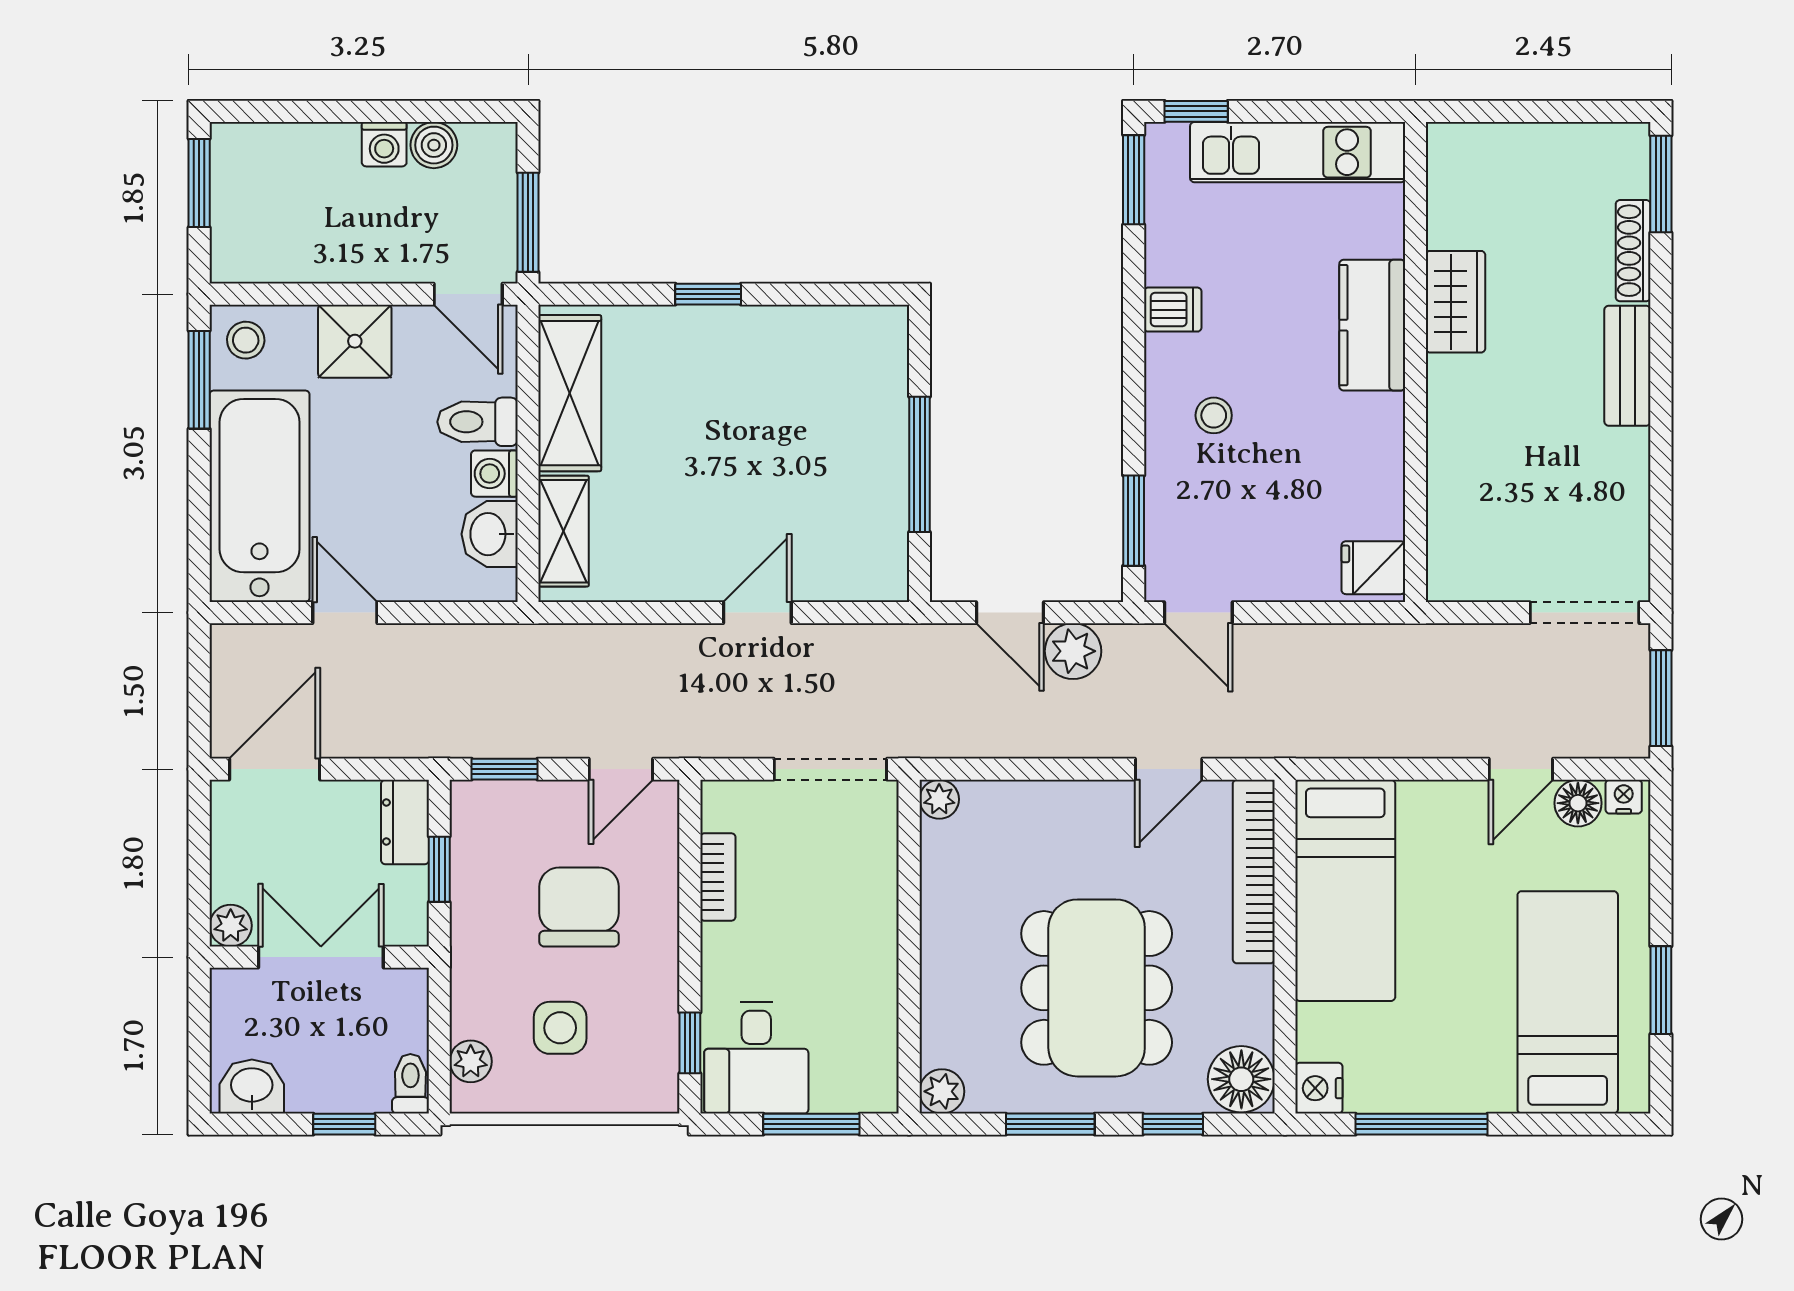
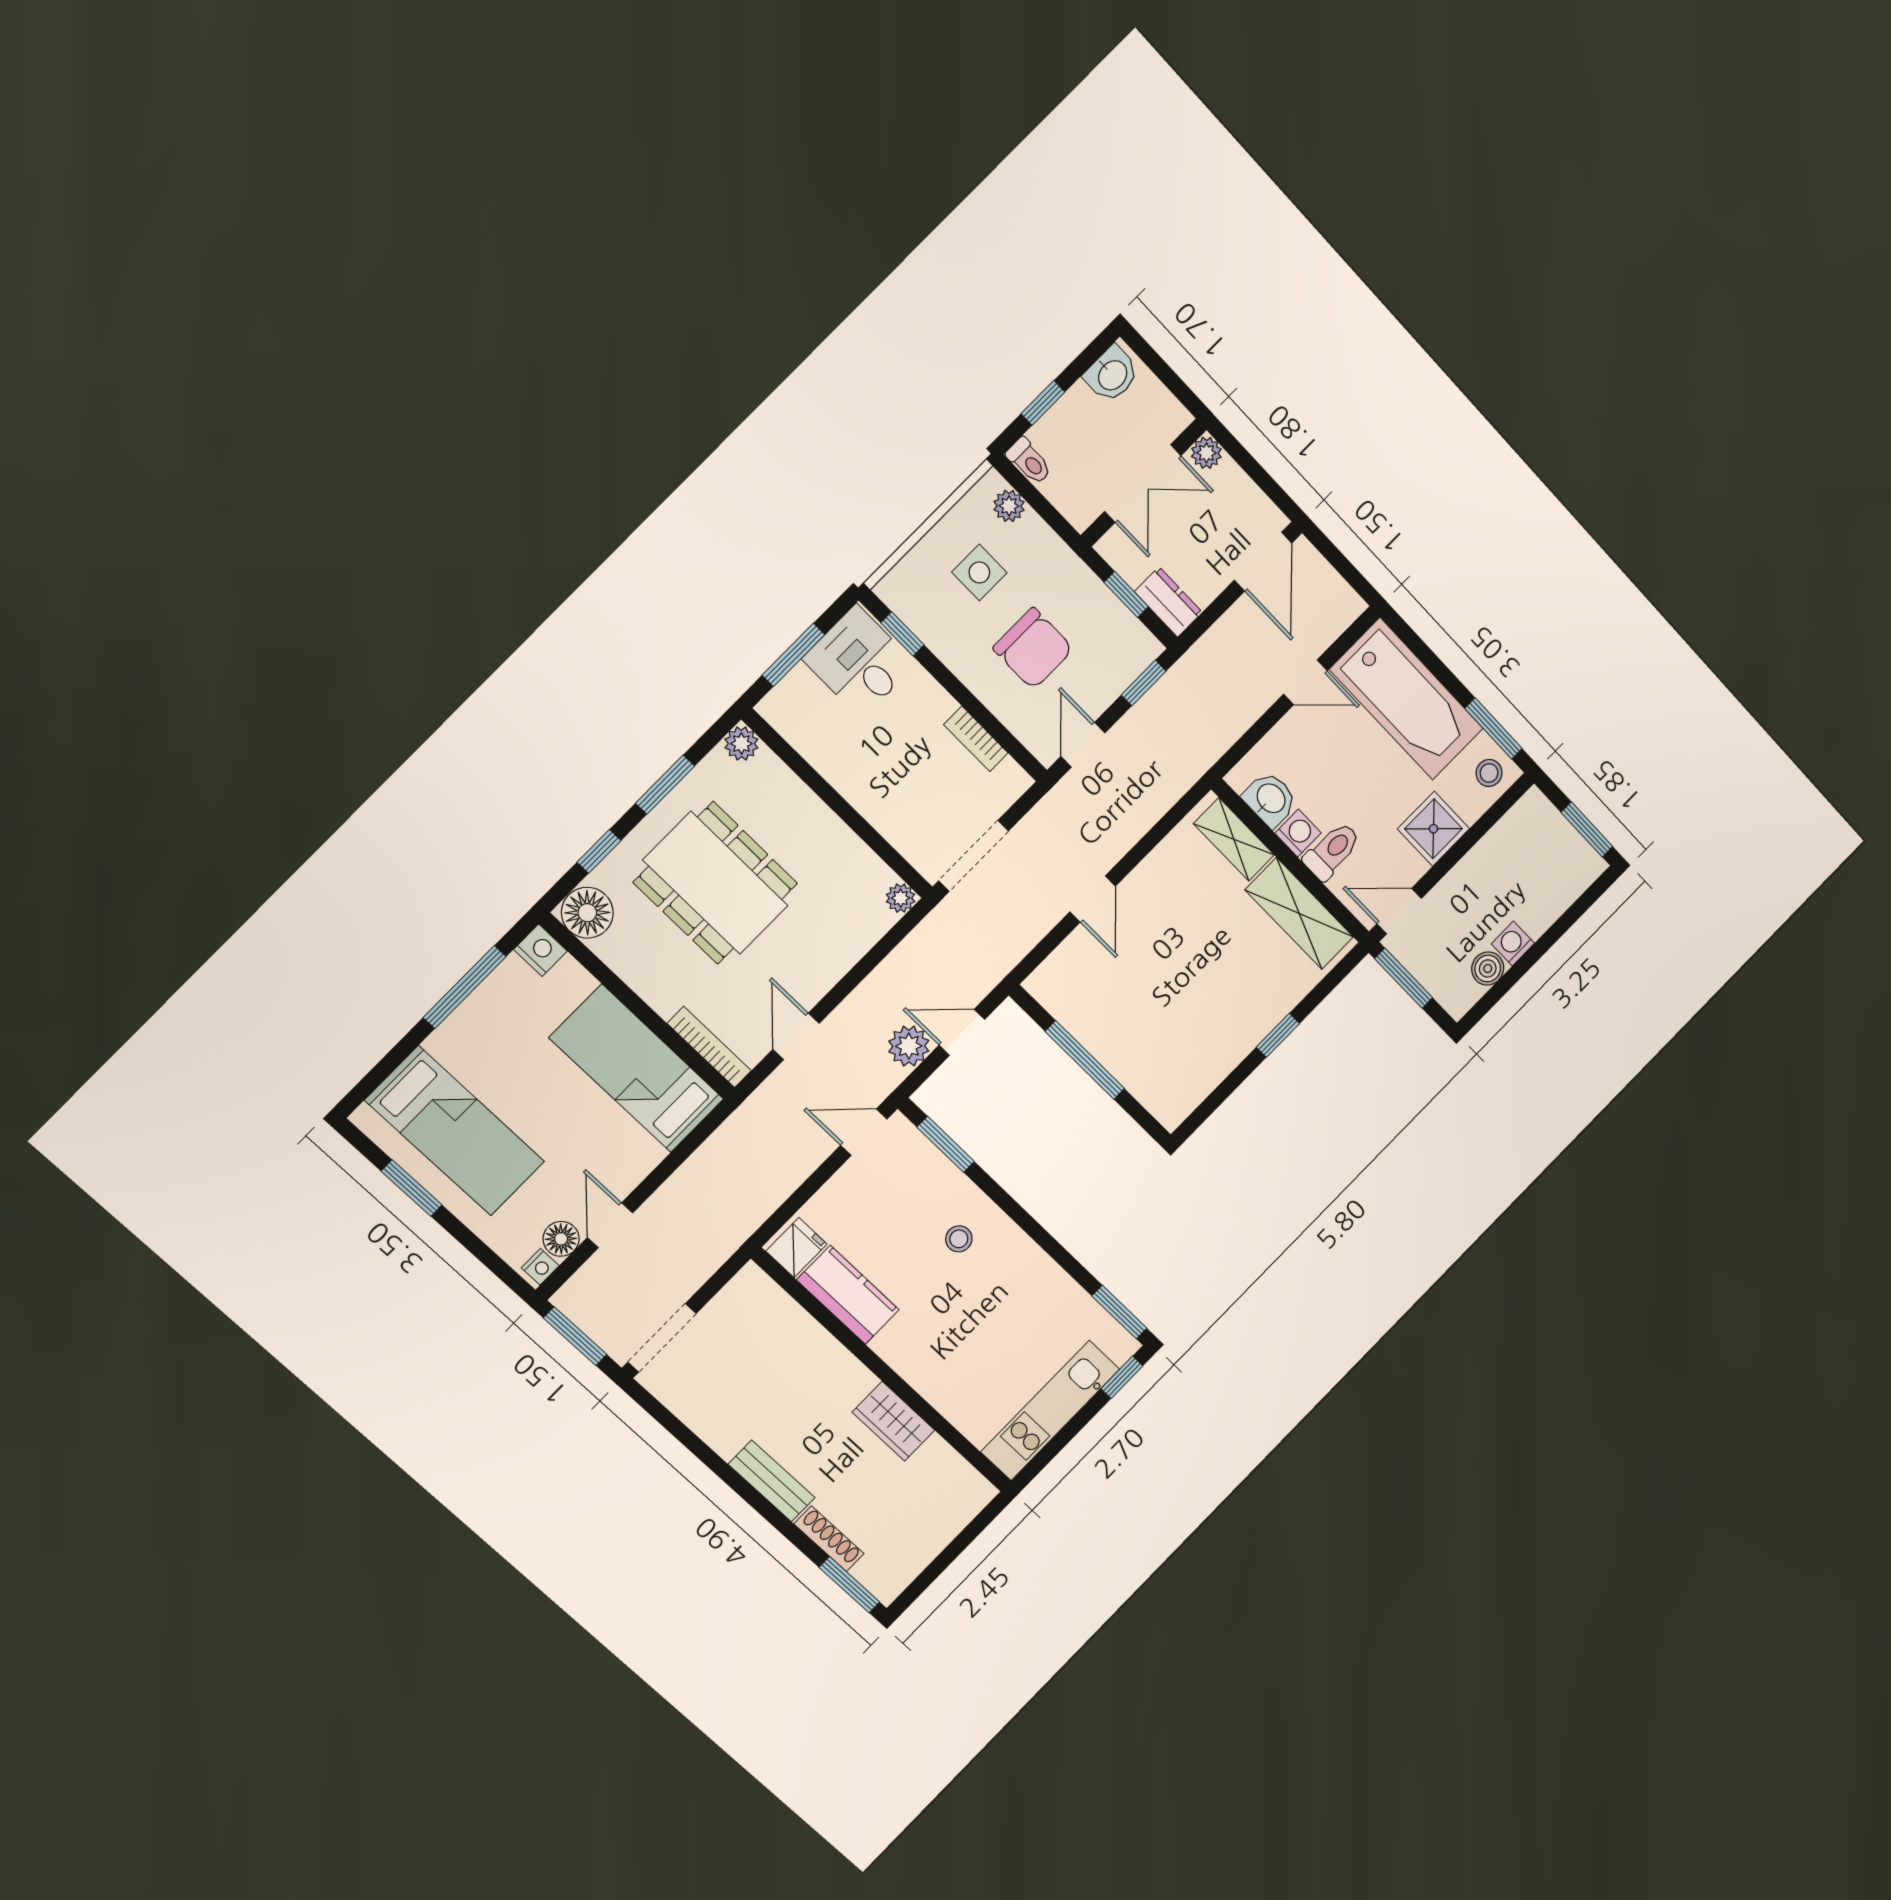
dishwasher: (1173, 310) -> (1034, 1269), removed
kitchen counter: (1372, 325) -> (848, 1295), moved
bookcase: (1254, 872) -> (709, 1047), width x0.68, depth x0.76

